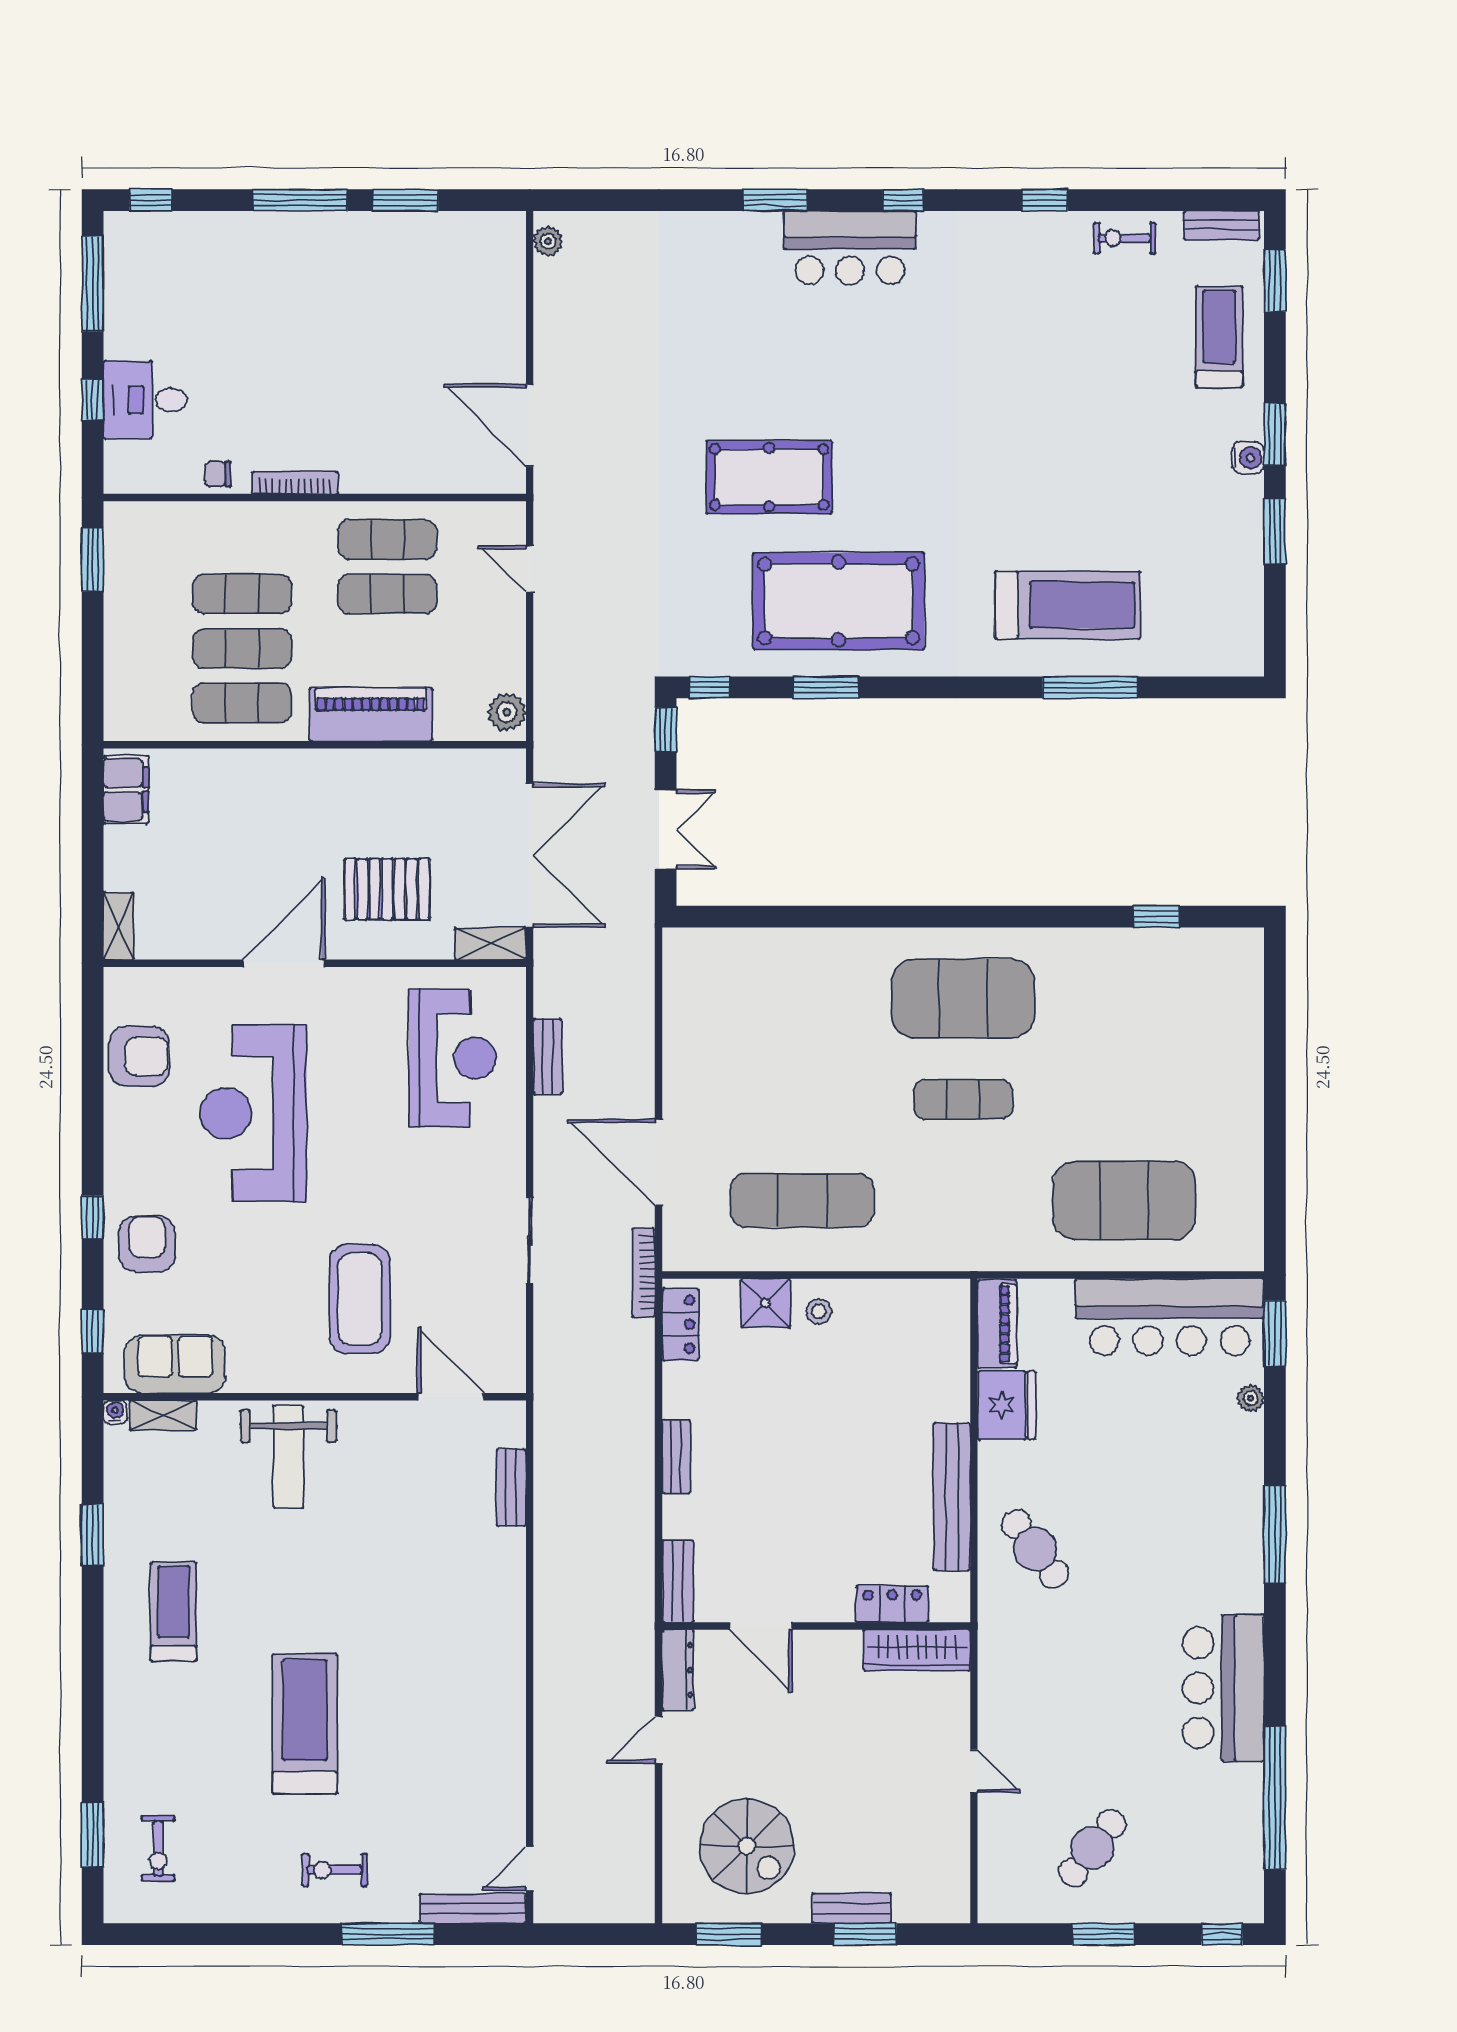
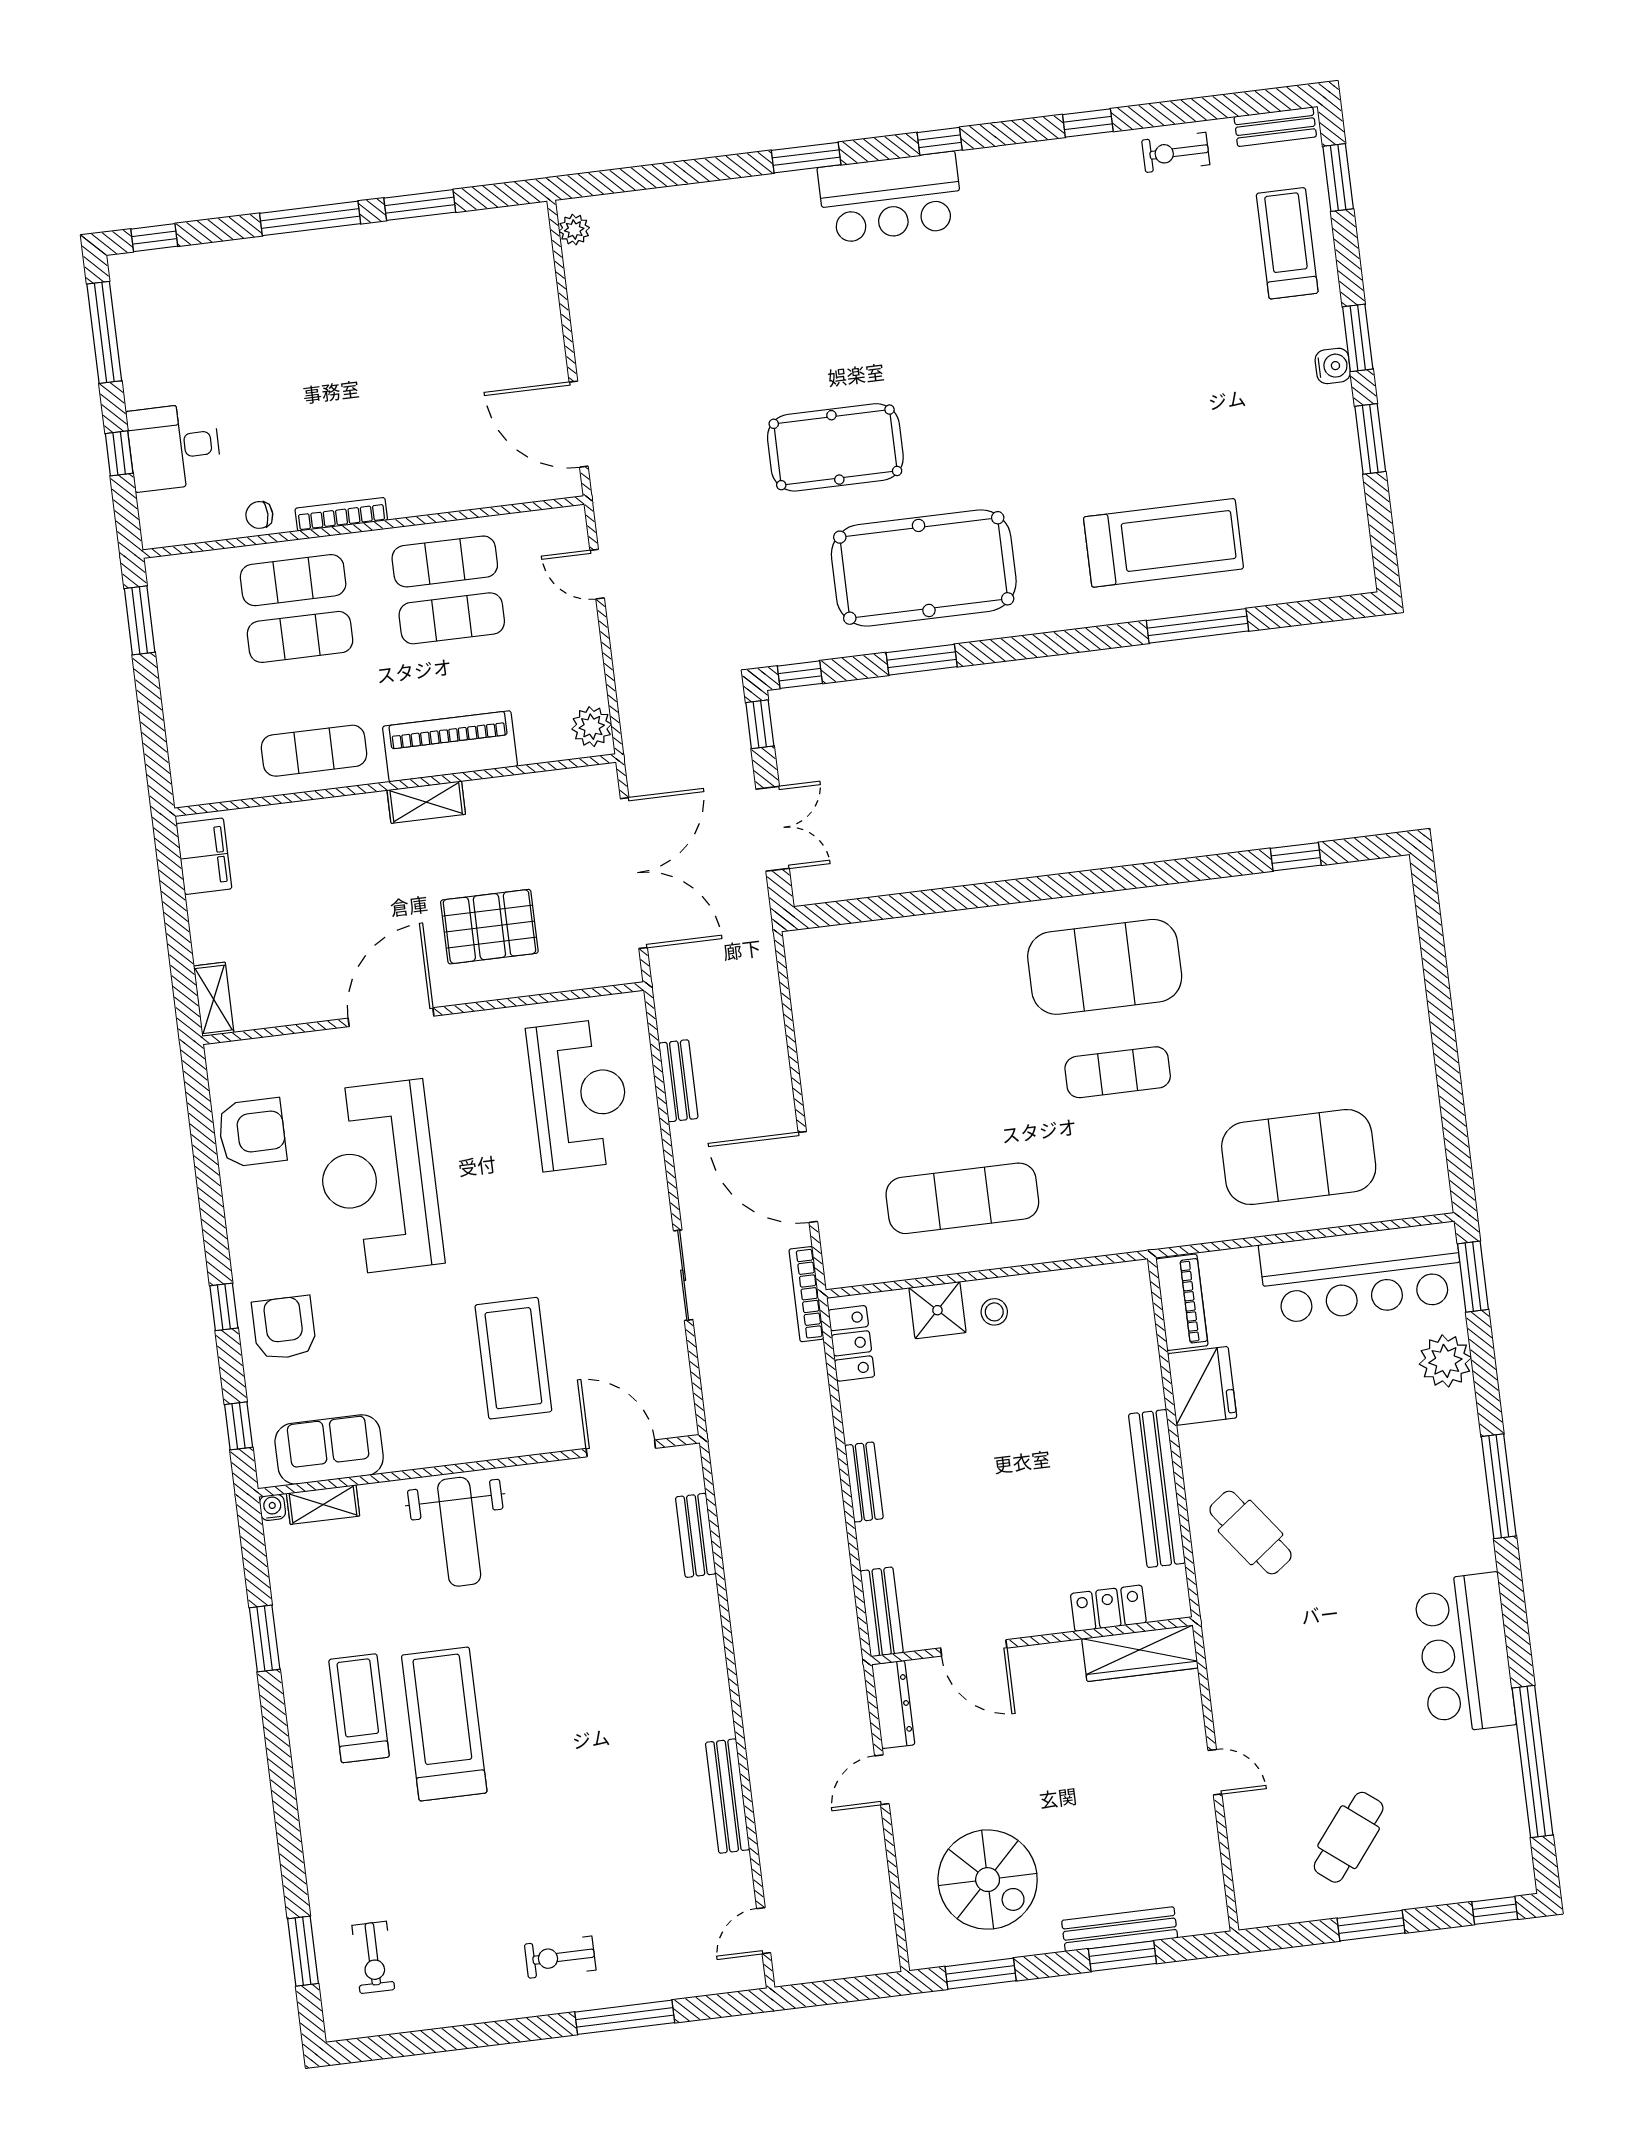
exercise mat: (242, 648) -> (293, 580), moved
shelving: (490, 944) -> (426, 802), moved
plant: (1251, 1398) -> (1445, 1361), width x1.88, depth x1.88
treadmill: (305, 1724) -> (444, 1724), moved
bench: (473, 1908) -> (728, 1796), moved, turned 90
bench: (851, 1908) -> (1120, 1929), width x1.36

